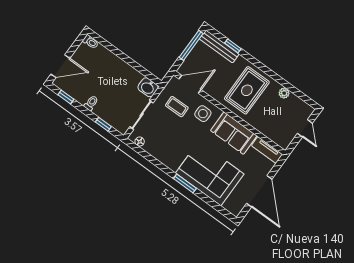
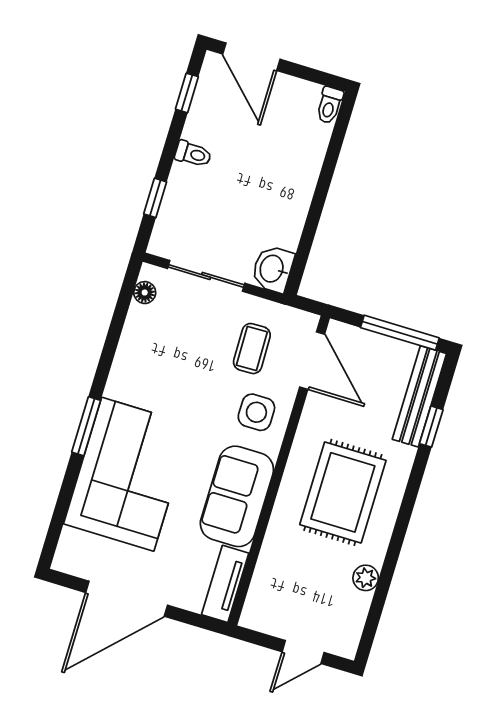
rug: (247, 90) -> (343, 492), turned 90

